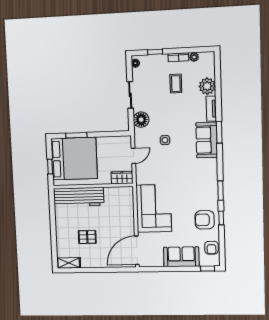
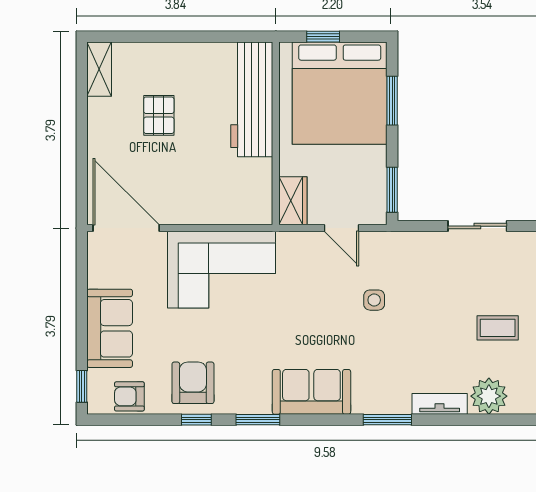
floor lamp: (141, 120) -> (422, 248), removed
window: (115, 134) -> (392, 190), added
sofa: (207, 140) -> (311, 392), moved

